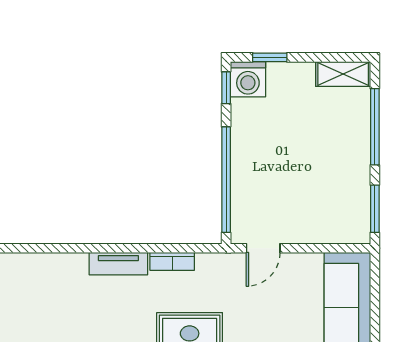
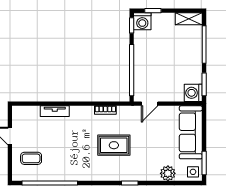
washing machine: (353, 226) -> (193, 93), added
tv unit: (118, 264) -> (55, 111), moved

